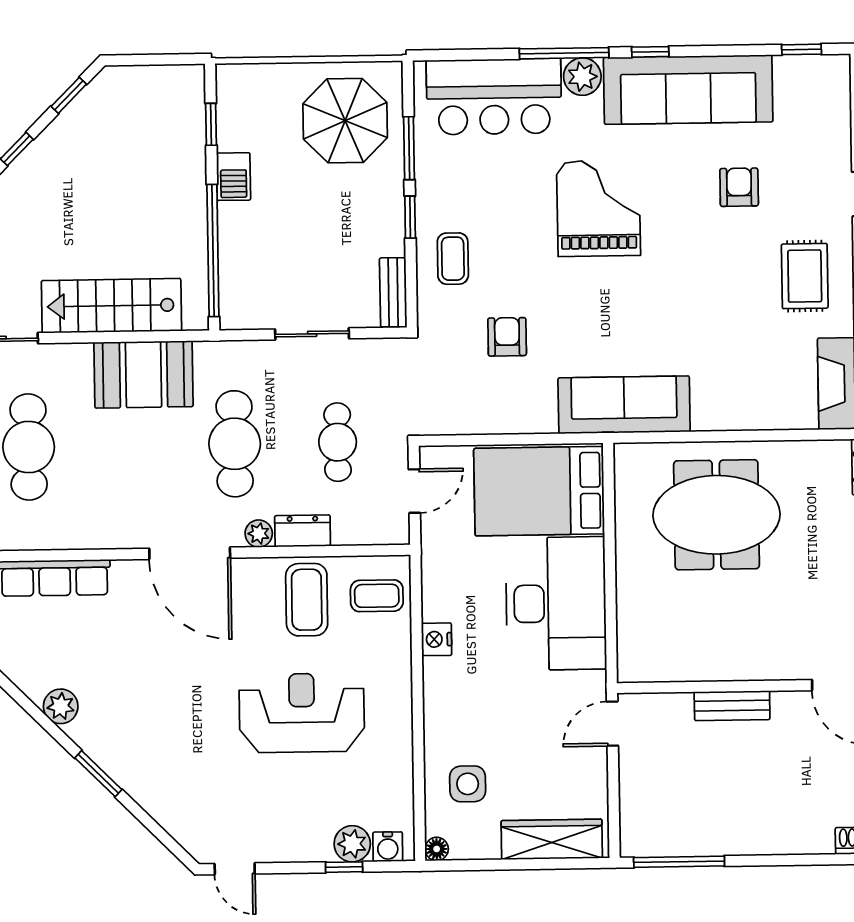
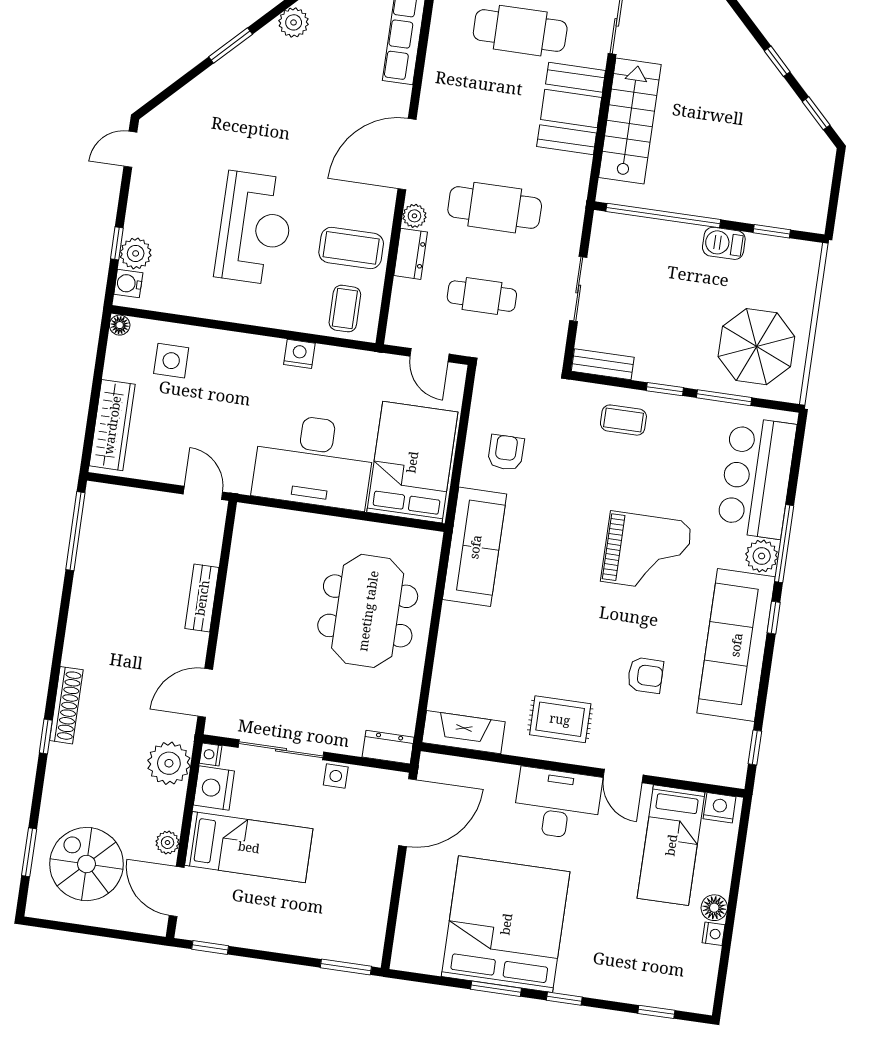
armchair: (507, 337) -> (506, 452), moved, turned -90
booth: (144, 374) -> (571, 108), moved

